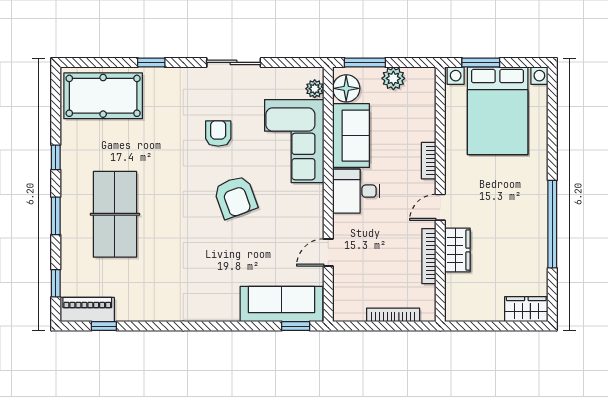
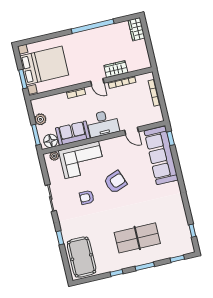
desk: (356, 191) -> (103, 123), width x1.37
sofa: (282, 304) -> (161, 155), width x1.36, depth x1.27
piano: (87, 310) -> (186, 241), removed

